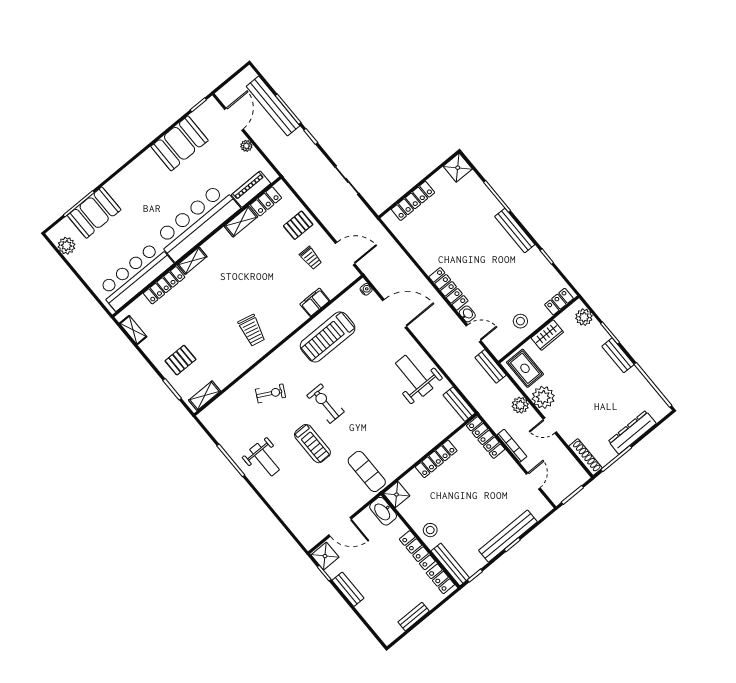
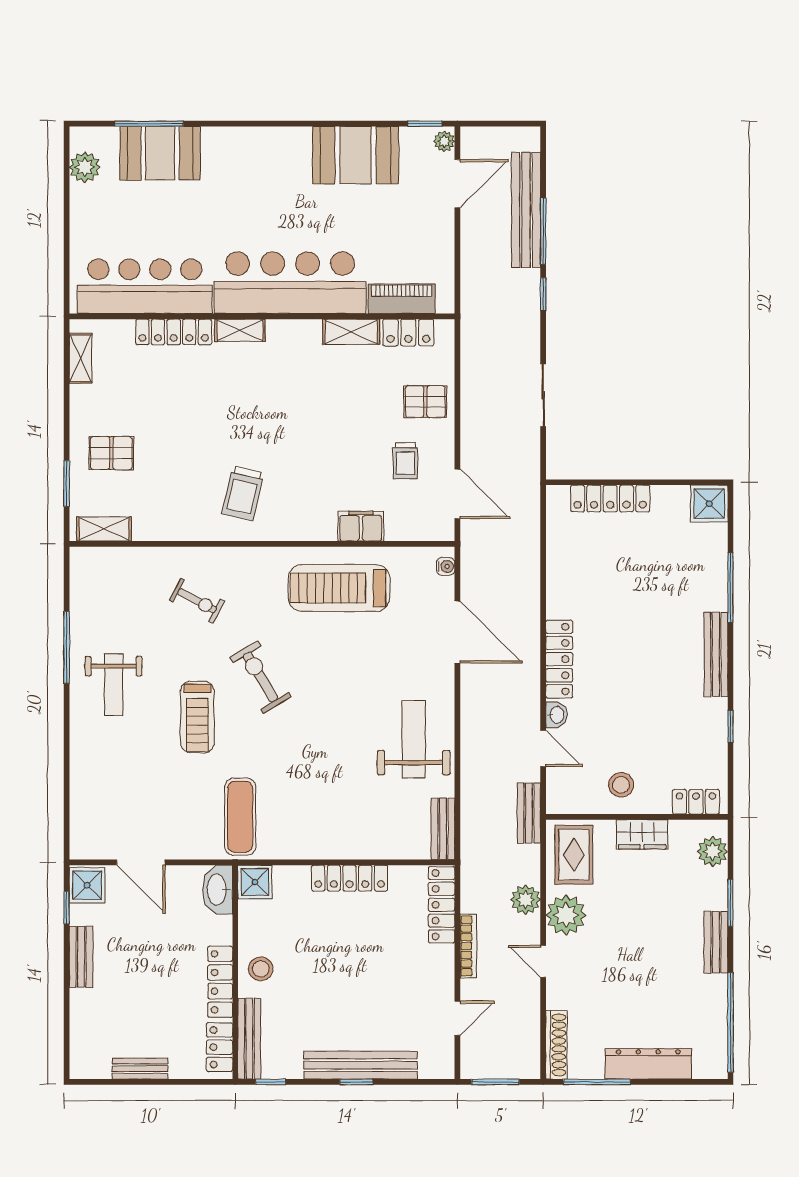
plant: (246, 146) -> (444, 141), moved
exercise bike: (325, 404) -> (261, 677), turned -31

